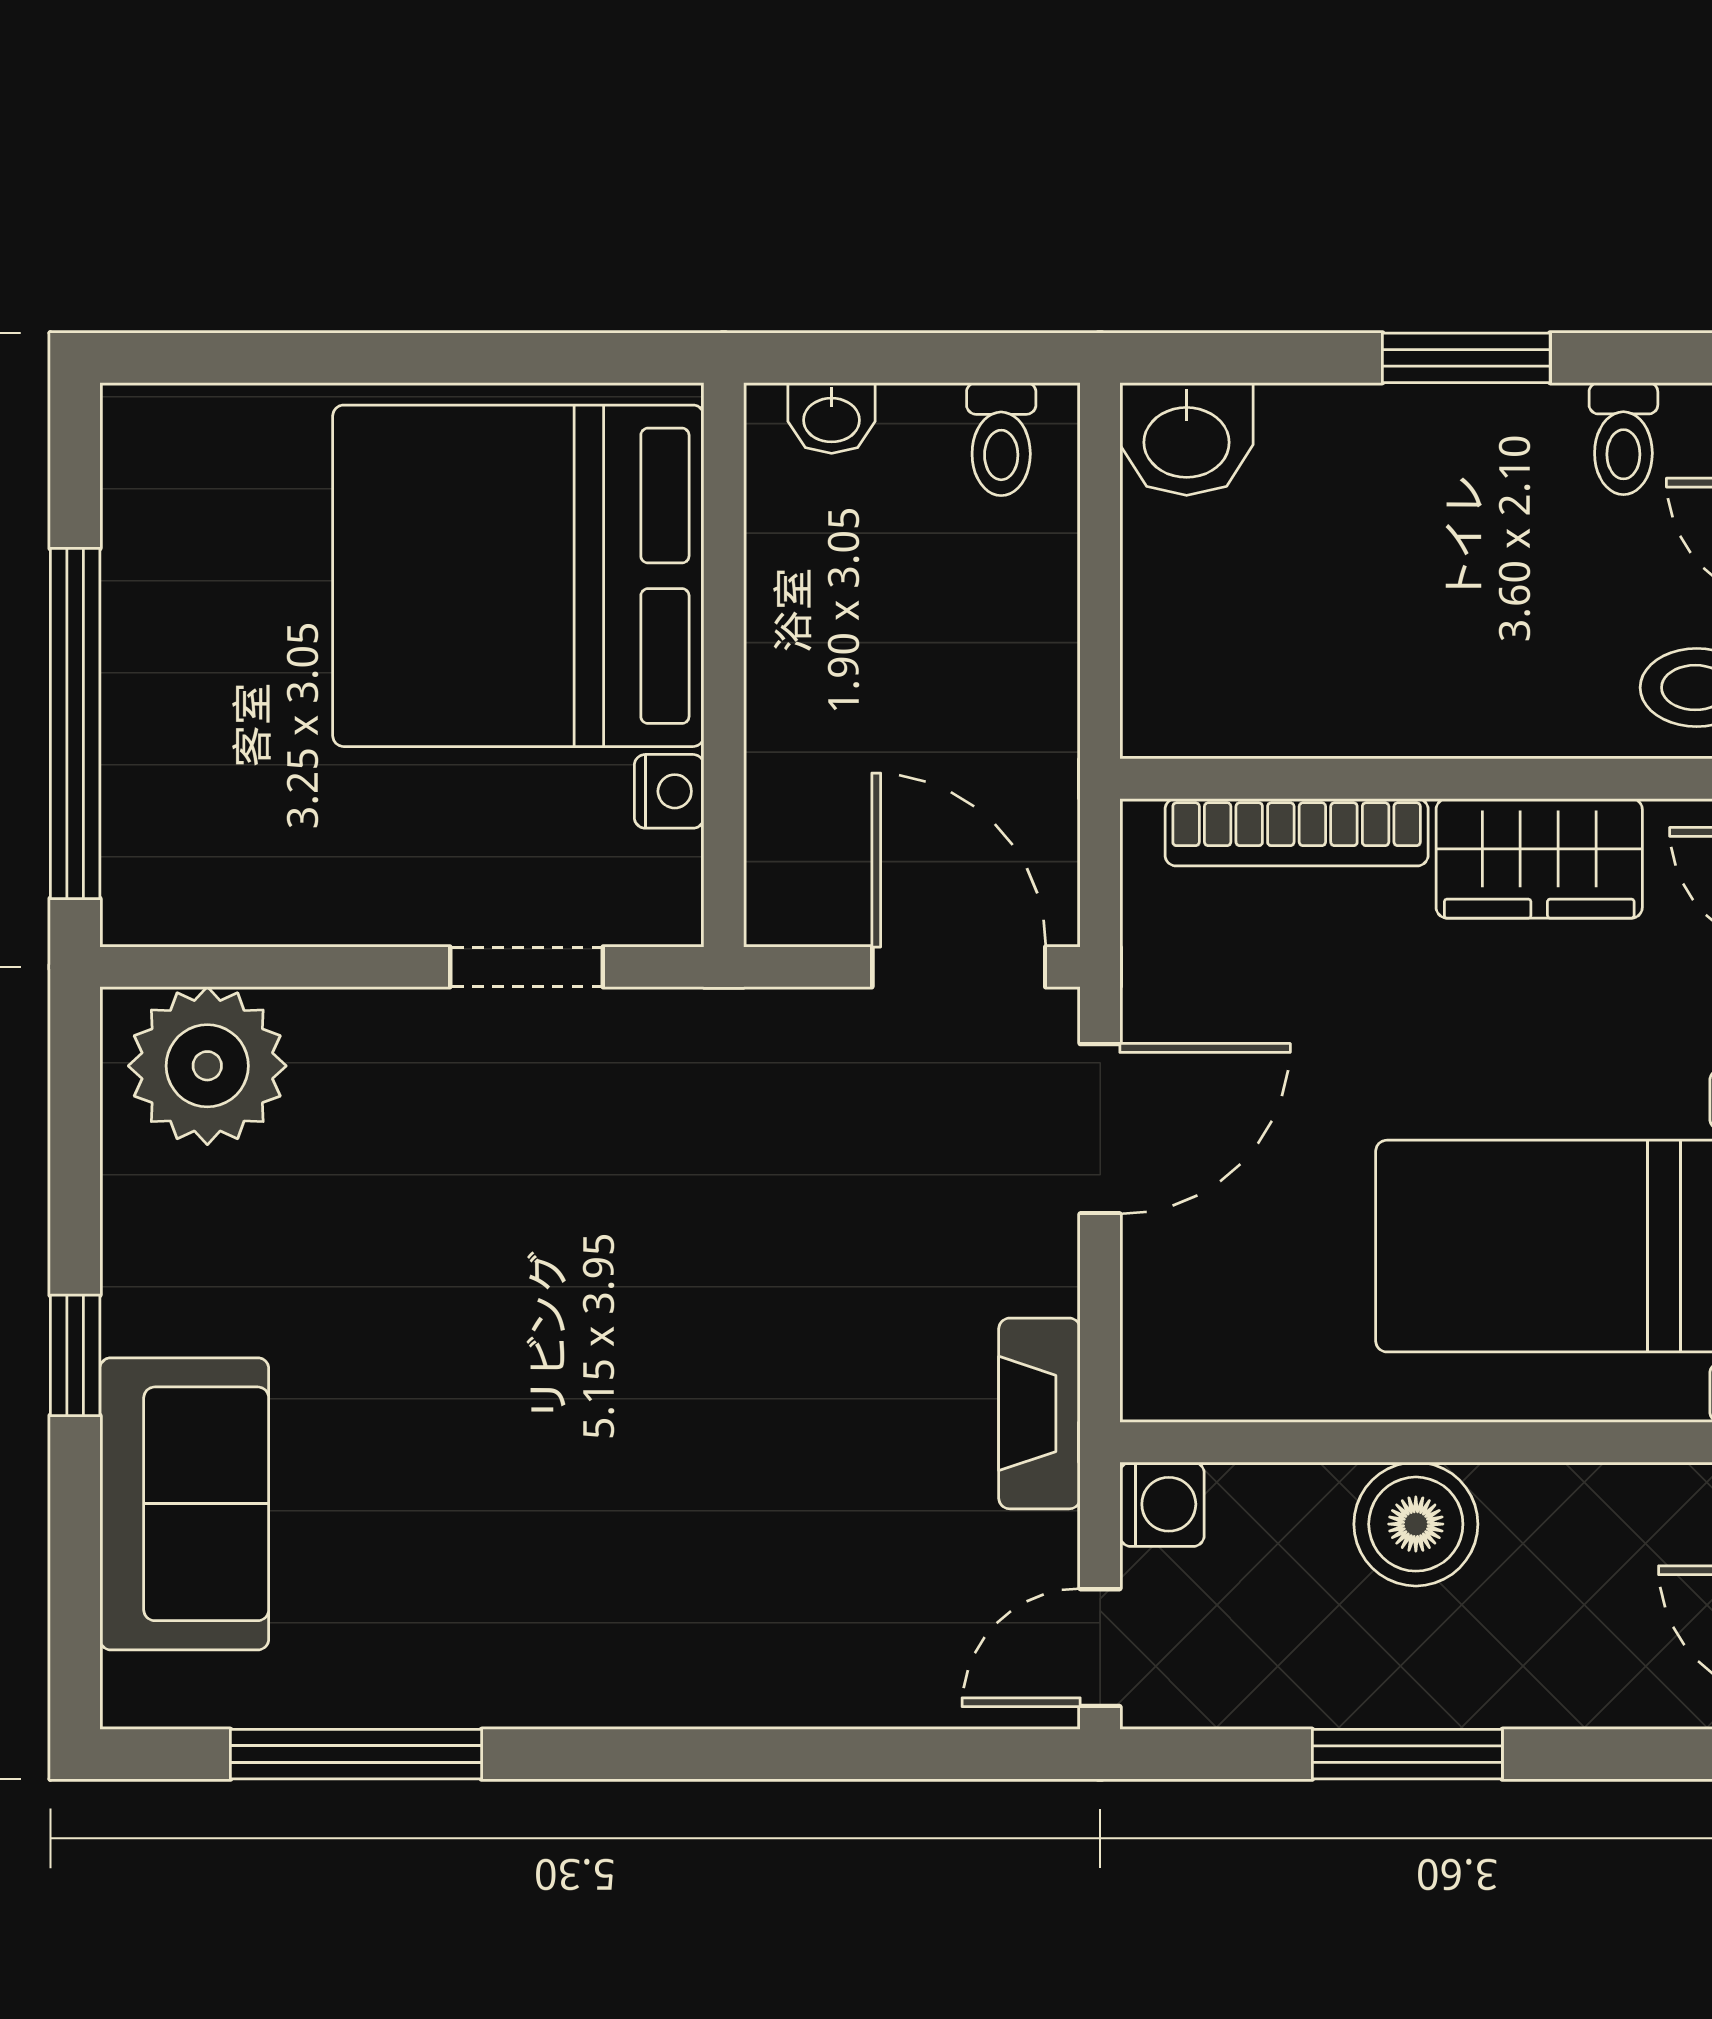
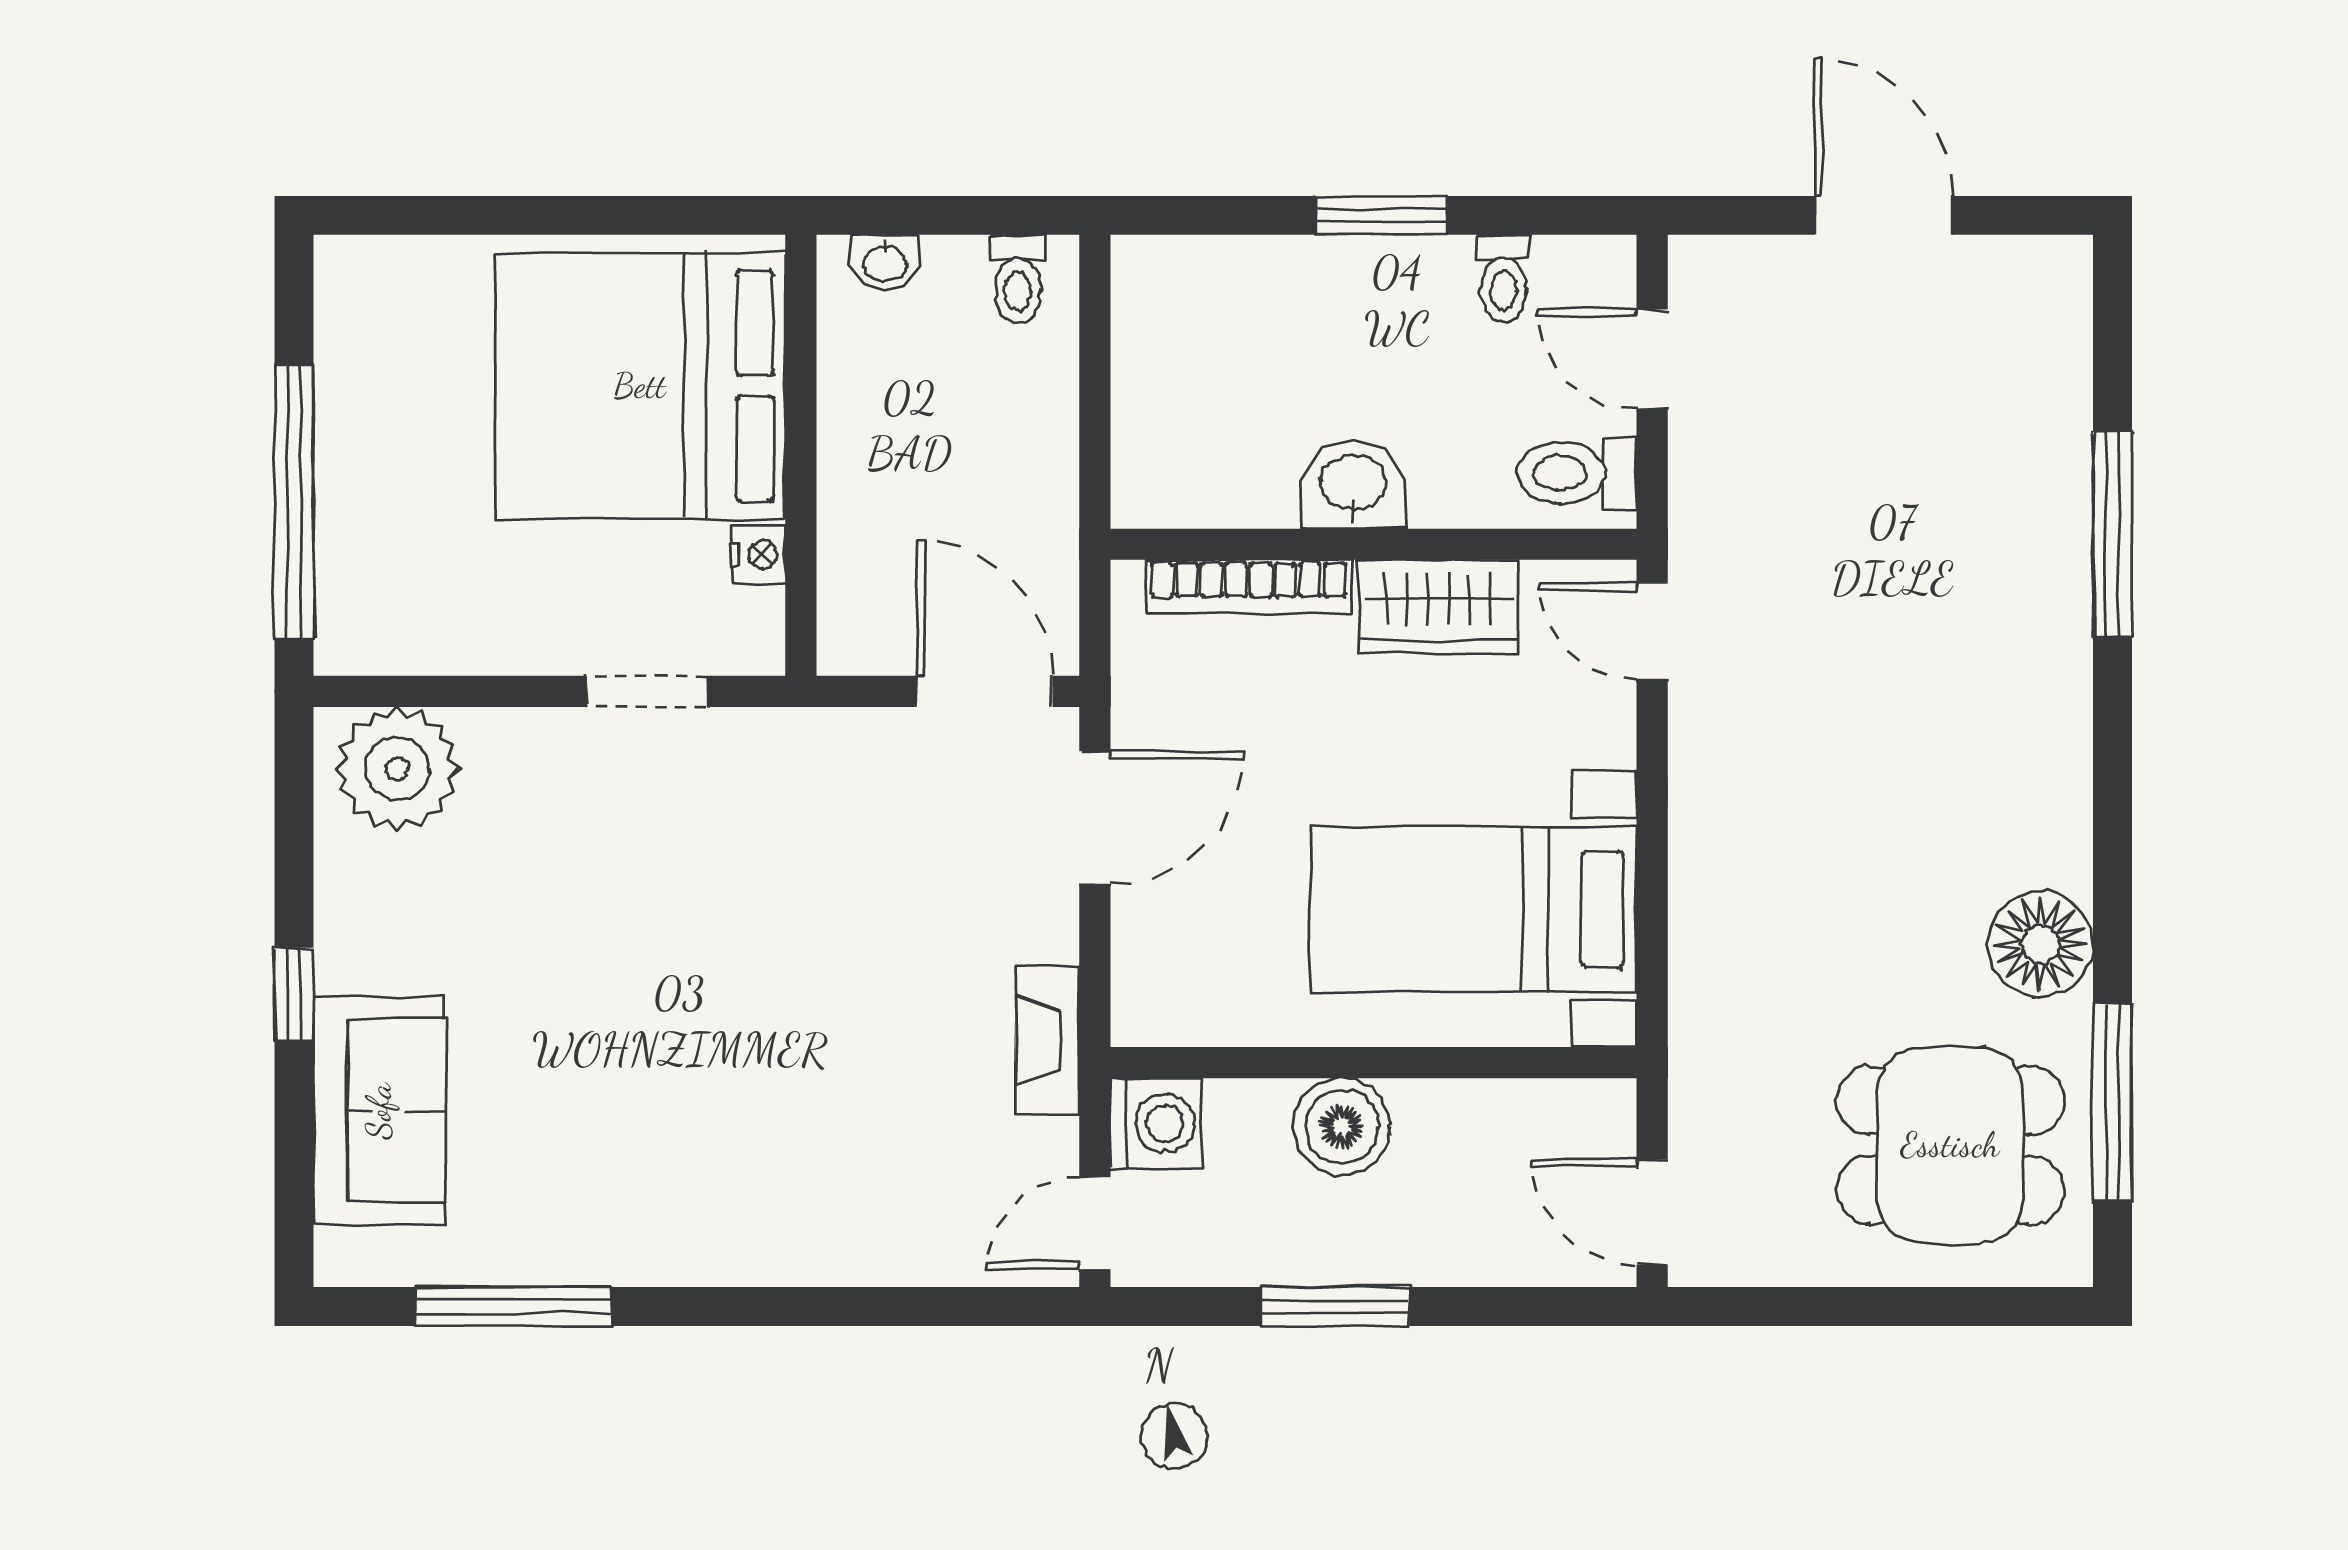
washbasin: (1187, 439) -> (1353, 485), moved, turned 180
washing machine: (1162, 1504) -> (1156, 1124), width x1.38, depth x1.38

